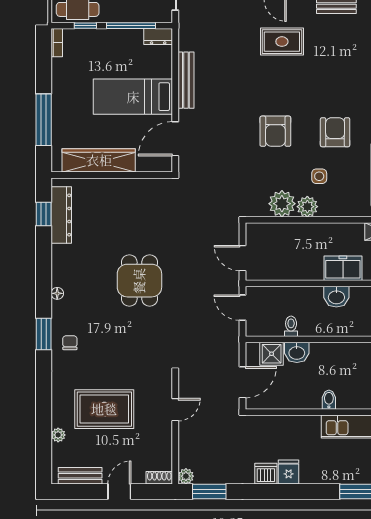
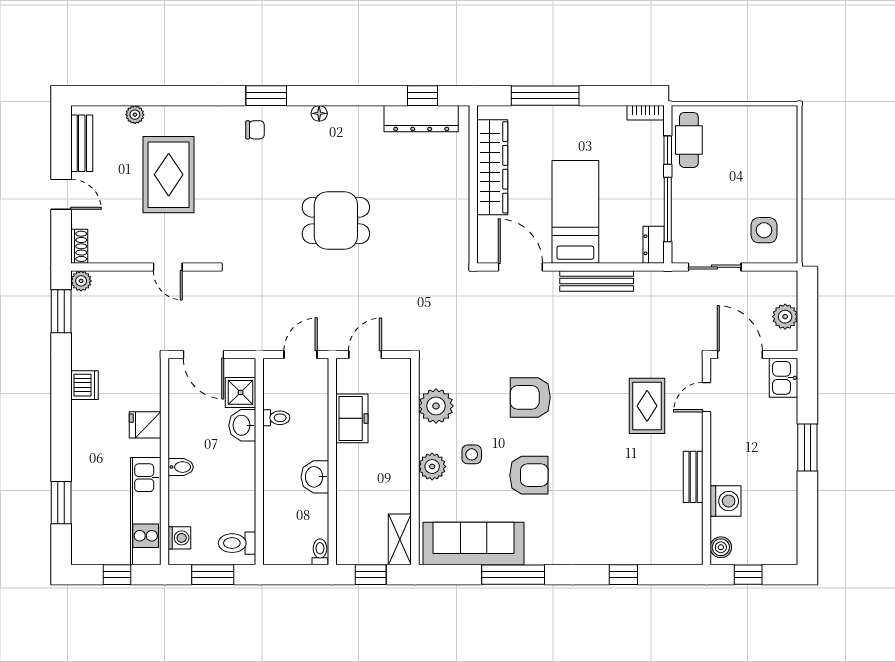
plant: (307, 207) -> (432, 467), moved
freezer: (343, 268) -> (352, 418), moved
fridge: (289, 472) -> (145, 425), moved, turned 180

